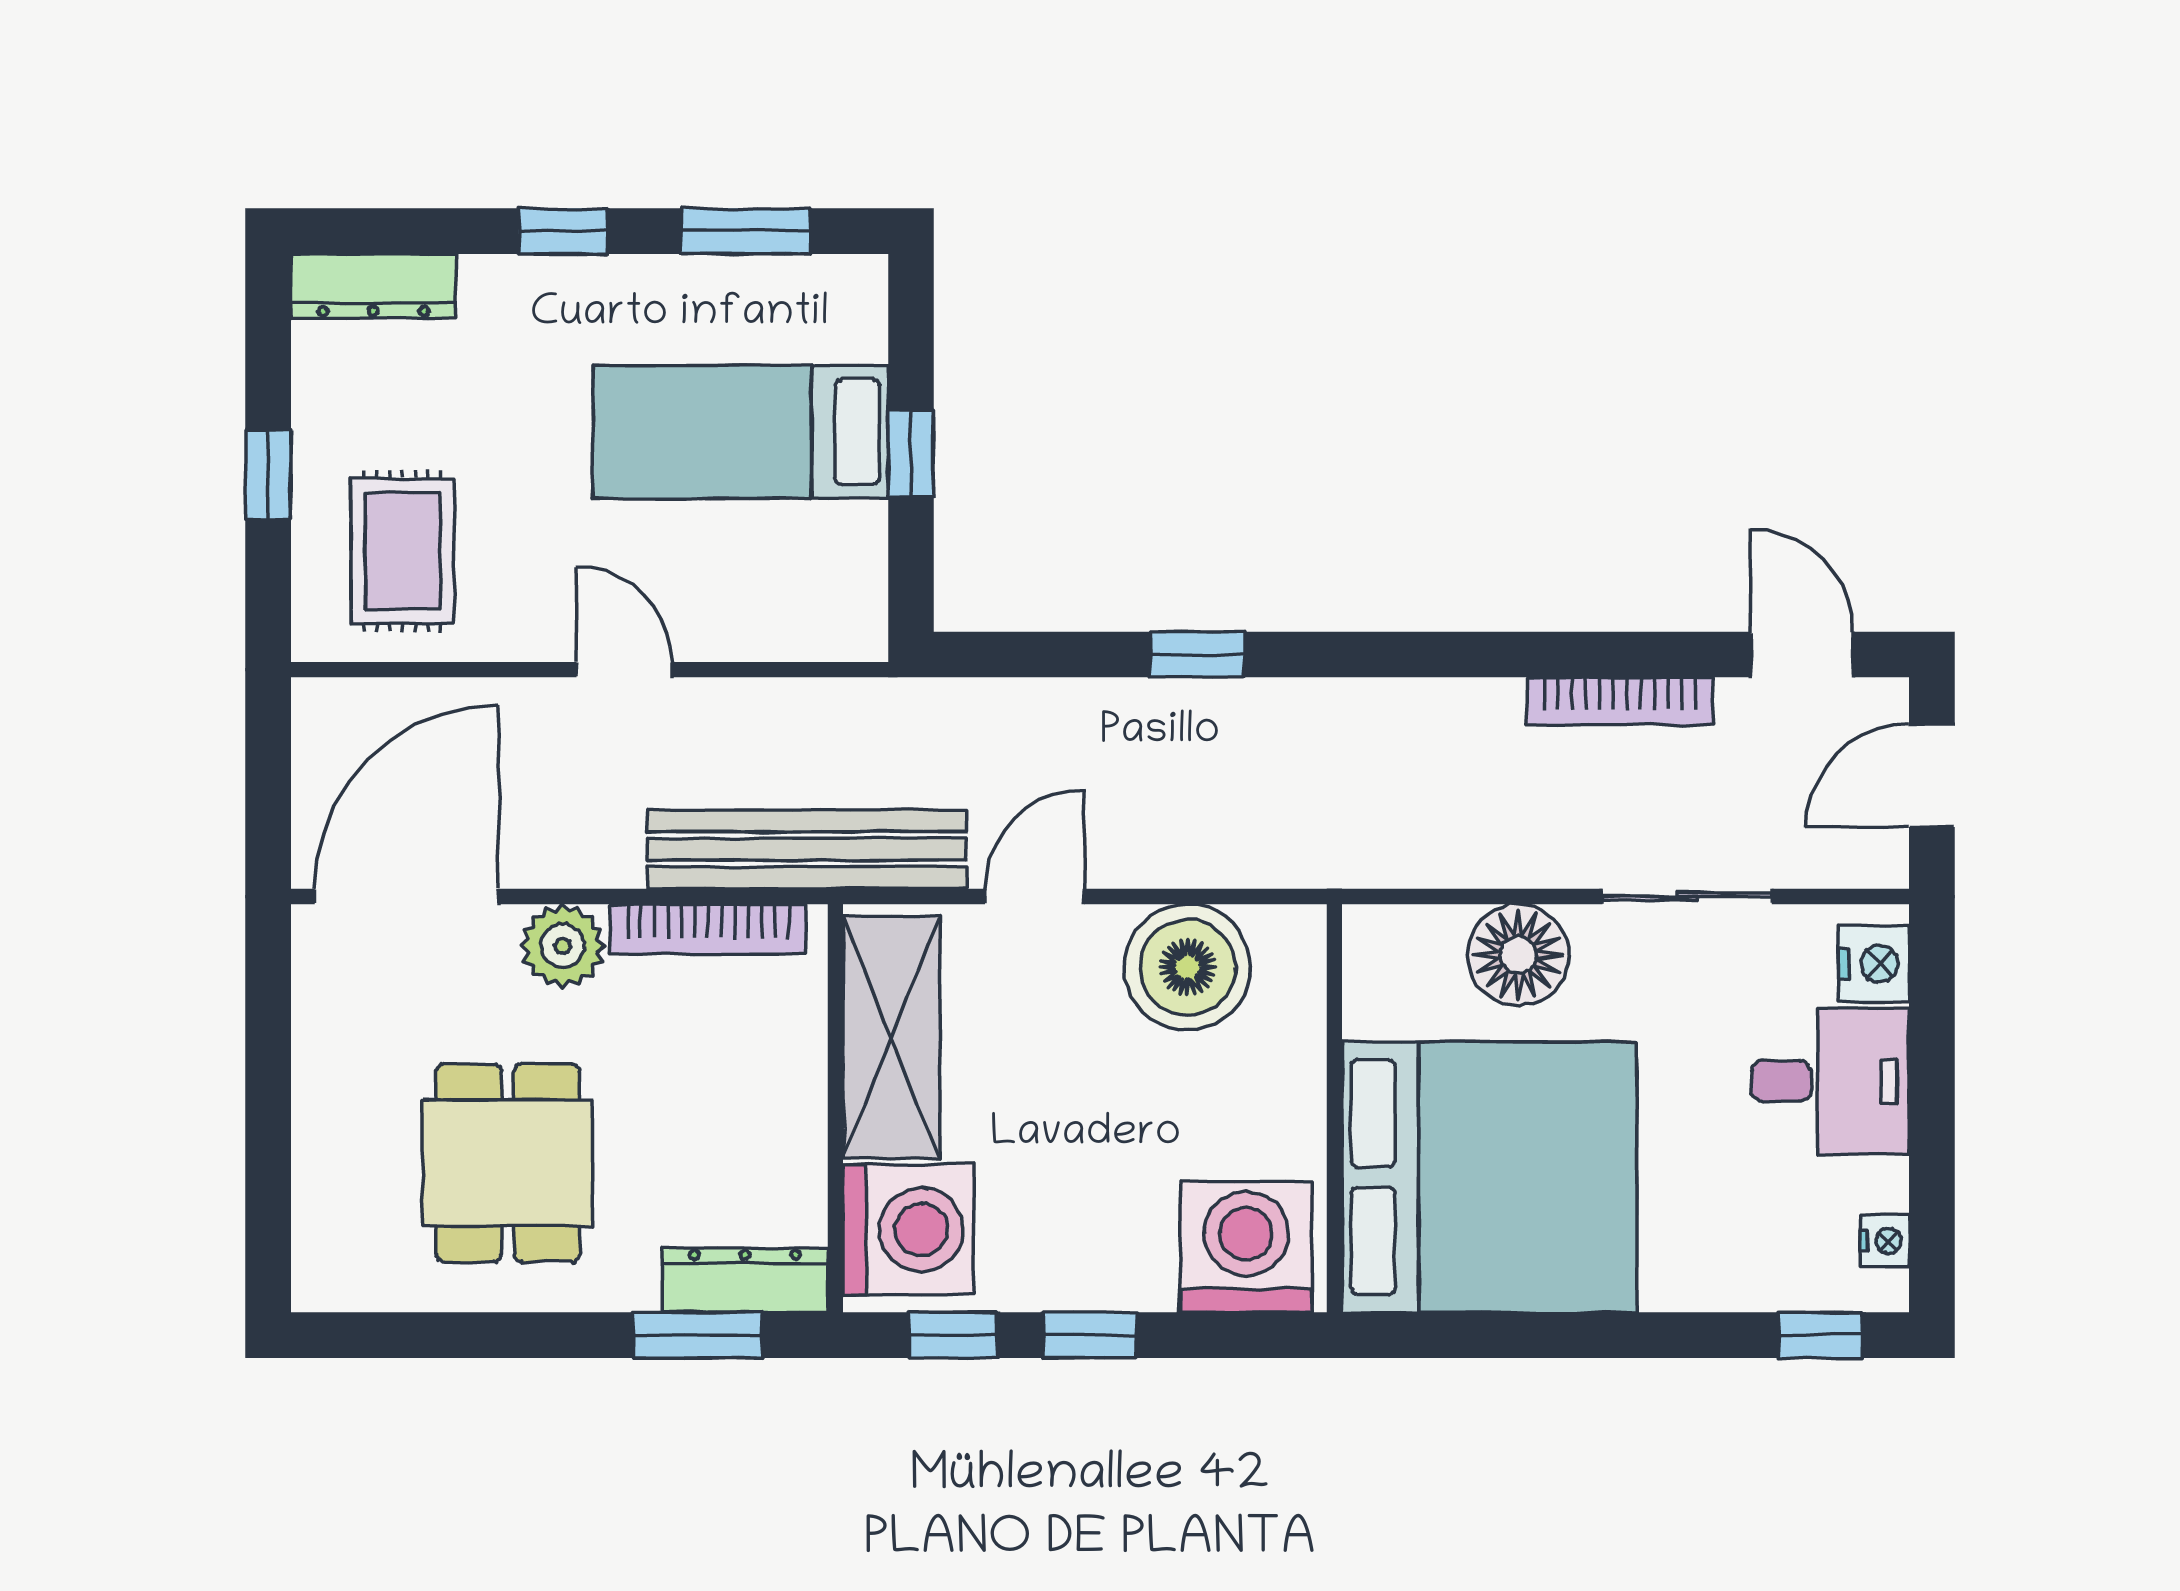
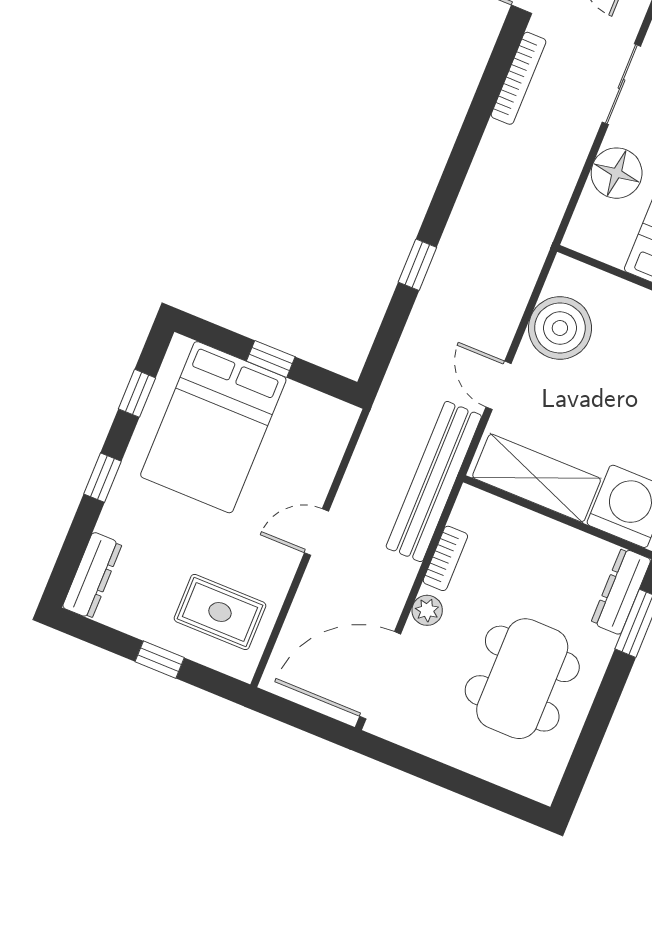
window: (746, 231) -> (137, 393), width x0.67
bed: (741, 432) -> (213, 427), width x1.50
door: (406, 897) -> (380, 675), hinge flipped
bookcase: (708, 929) -> (445, 558), width x0.64
plant: (563, 946) -> (427, 610), width x0.73, depth x0.73
dining table: (508, 1163) -> (522, 679), width x1.38

